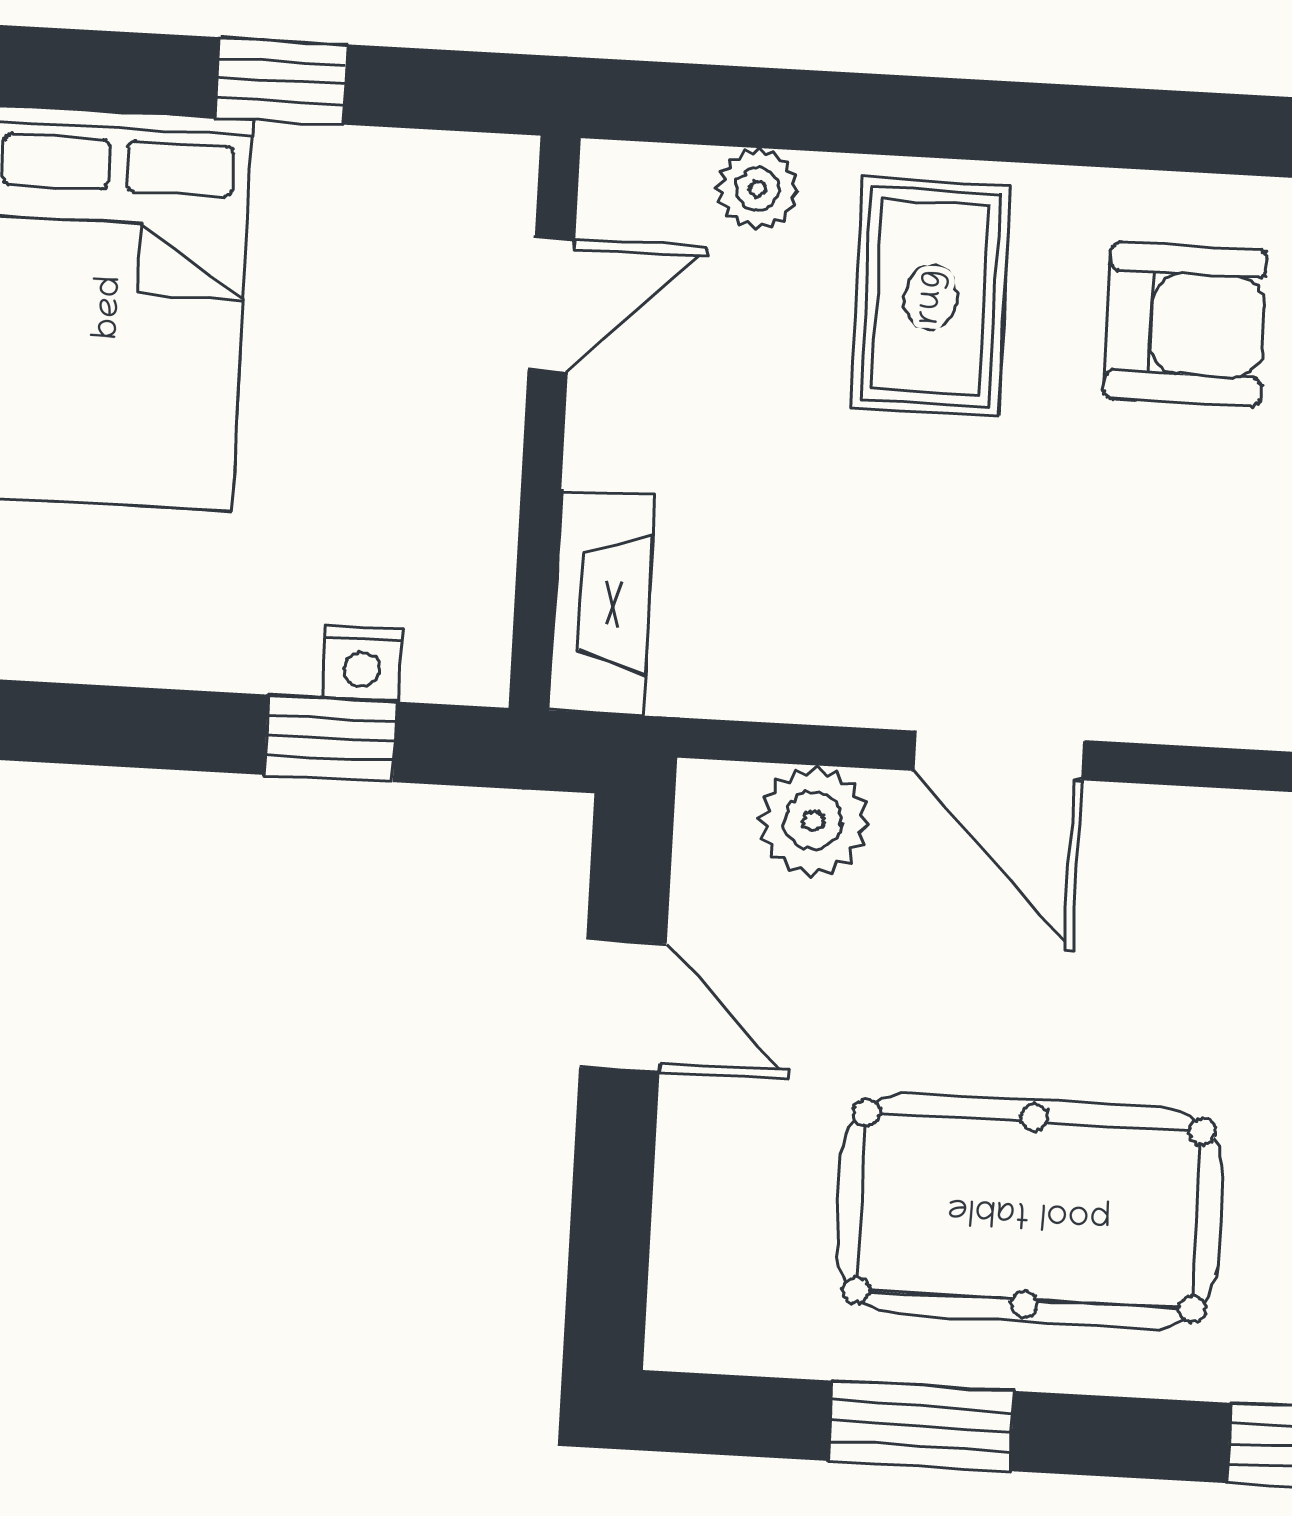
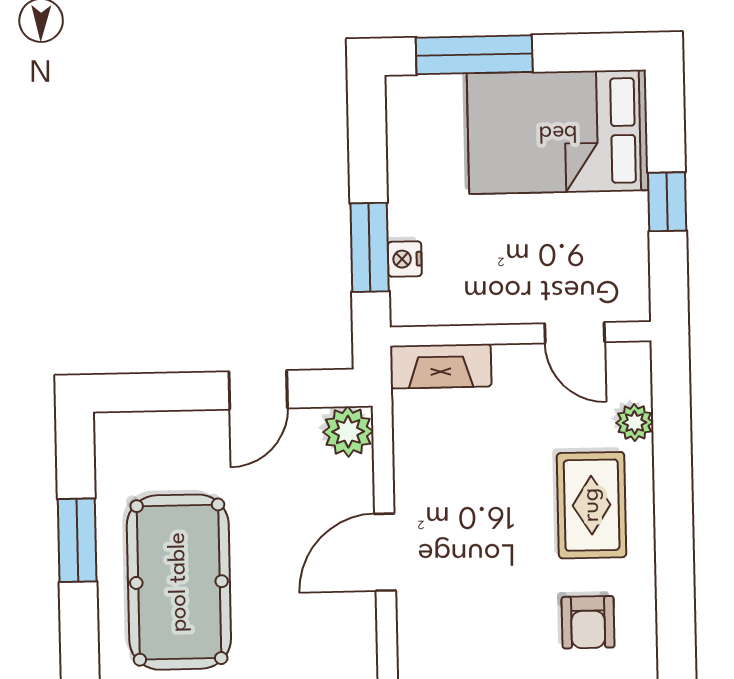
rug: (931, 297) -> (592, 505), turned 90
armchair: (1186, 324) -> (588, 622), width x0.72, depth x0.72
window: (330, 738) -> (370, 247), width x1.50
plant: (813, 821) -> (348, 432), moved

